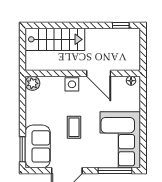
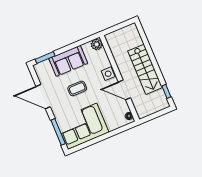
stairs: (55, 39) -> (145, 69), moved
door: (99, 73) -> (124, 90), hinge flipped
sofa: (38, 146) -> (68, 61), moved

